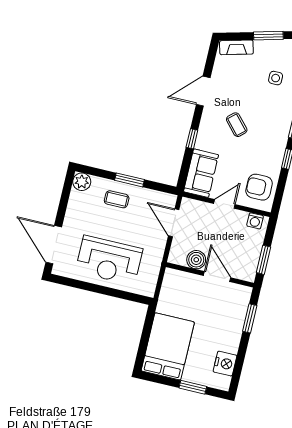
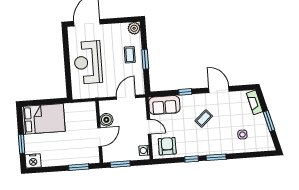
nightstand: (225, 364) -> (33, 161), moved

